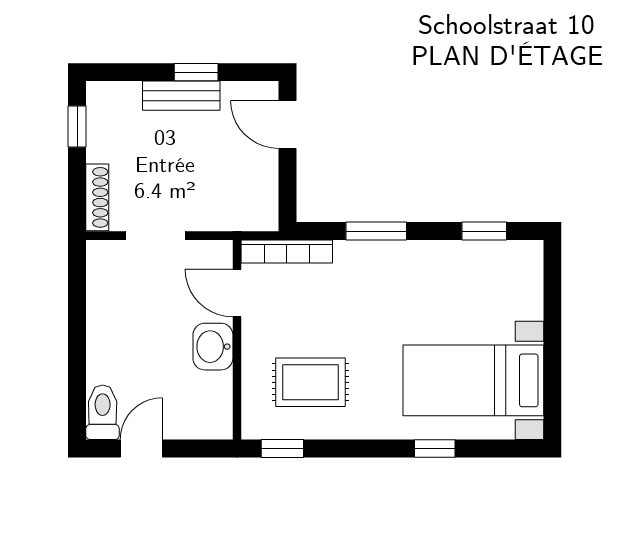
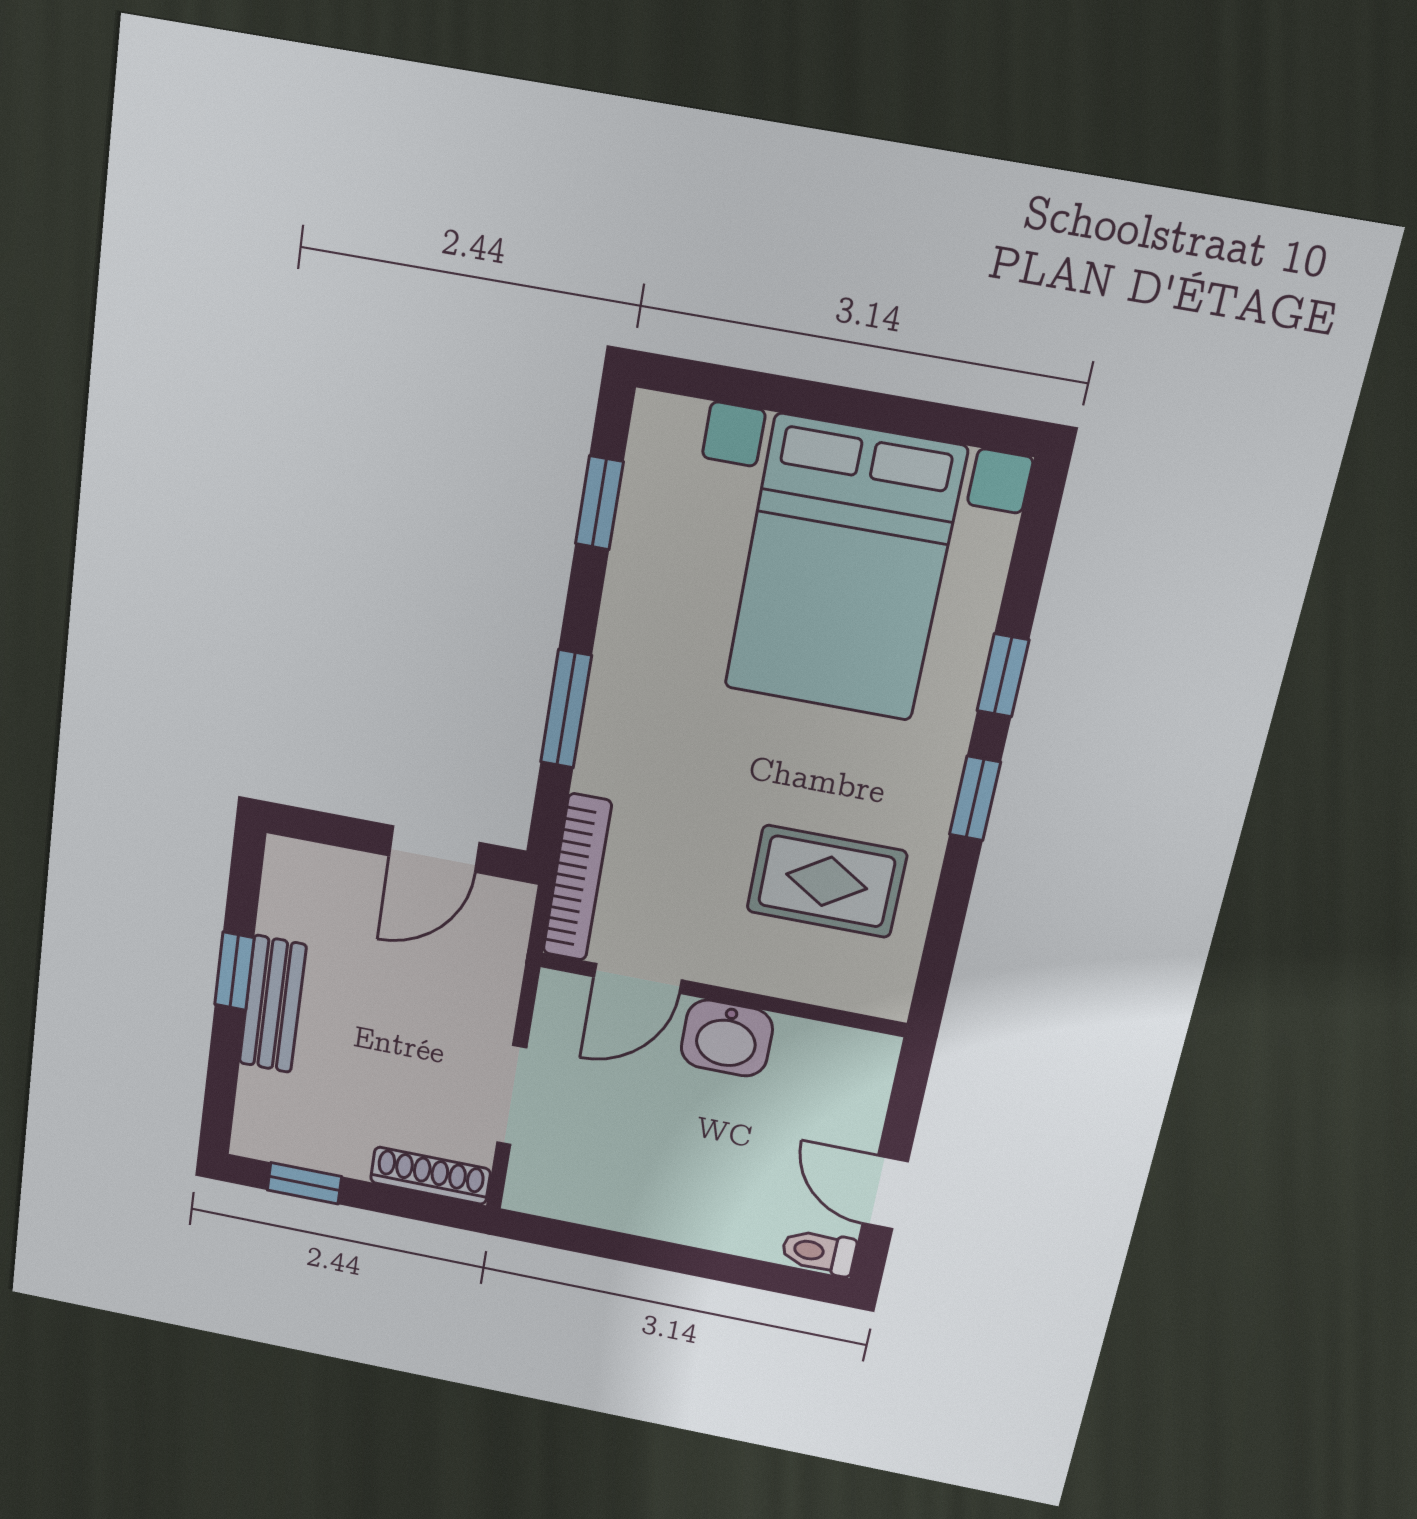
door: (288, 125) -> (434, 849), moved
bed with nightstands: (473, 380) -> (844, 569), width x1.36
rug: (311, 382) -> (827, 881), turned 90
toilet: (103, 412) -> (819, 1252), width x0.73, depth x0.72
window: (282, 449) -> (975, 798), moved

